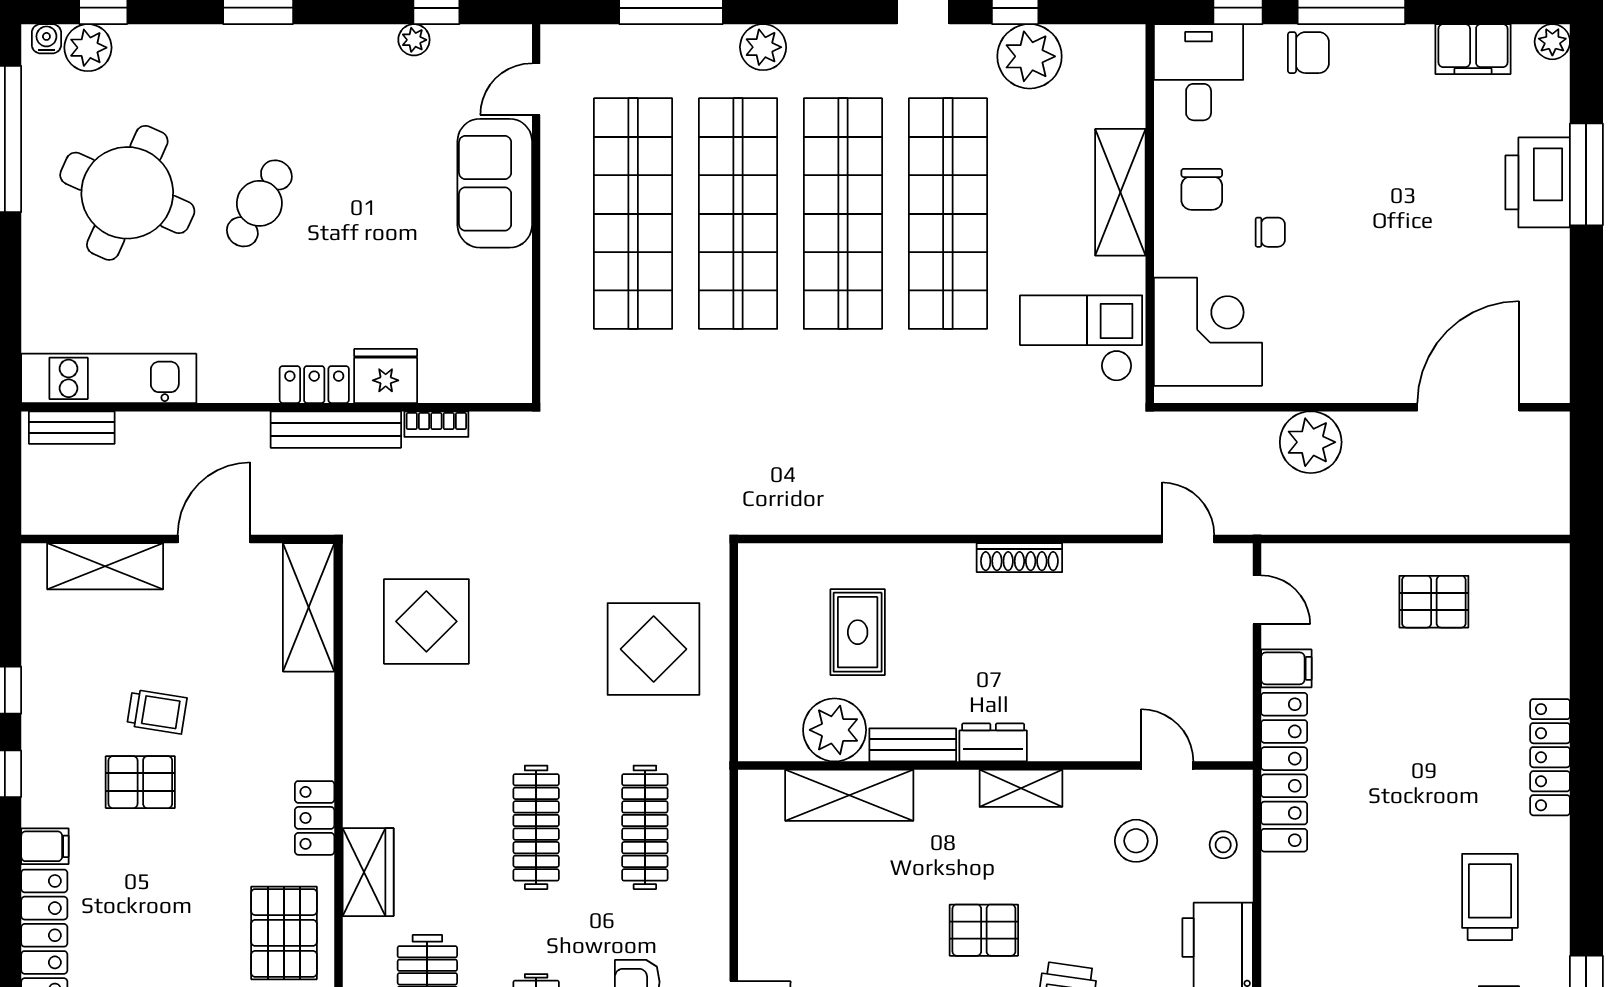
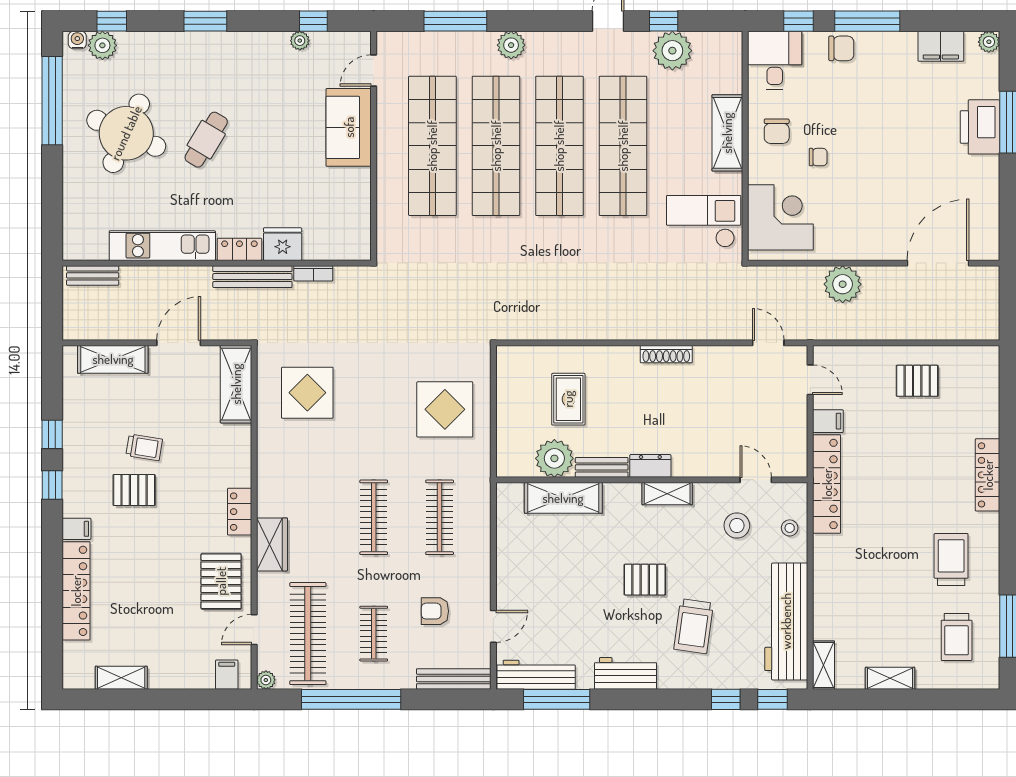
kitchen unit: (109, 378) -> (162, 246), moved

